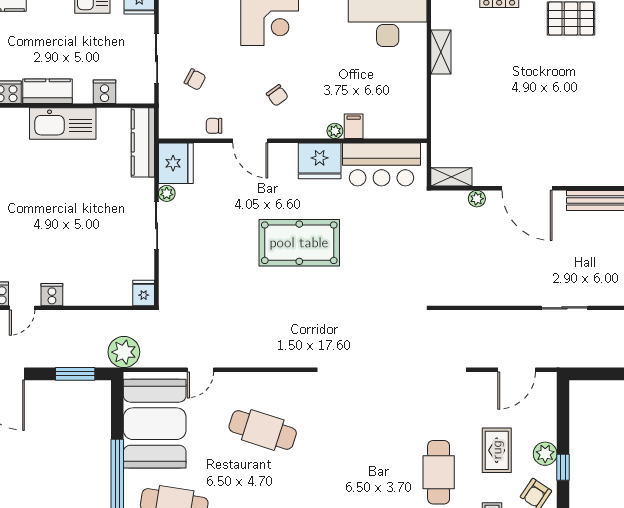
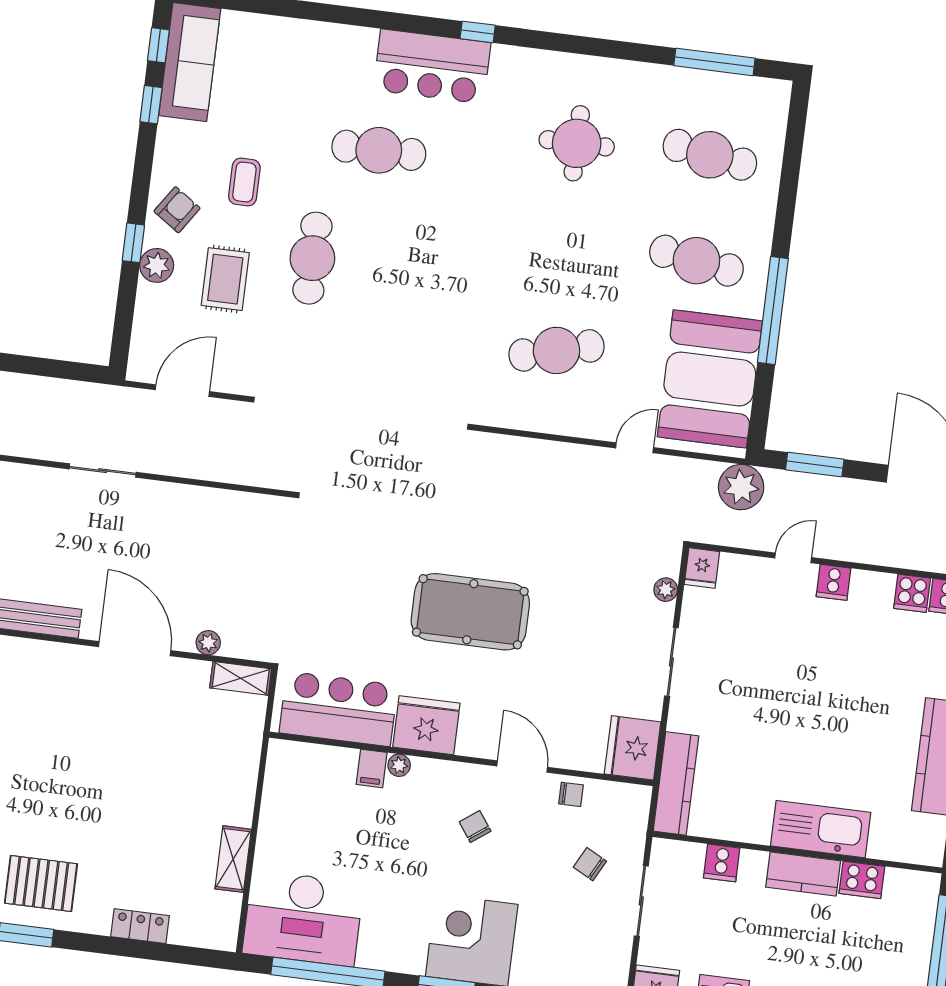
kitchen sink: (63, 124) -> (821, 829), moved
plant: (167, 193) -> (666, 590), moved
door: (22, 308) -> (793, 558), moved
cafe table: (263, 430) -> (556, 350), turned -33

